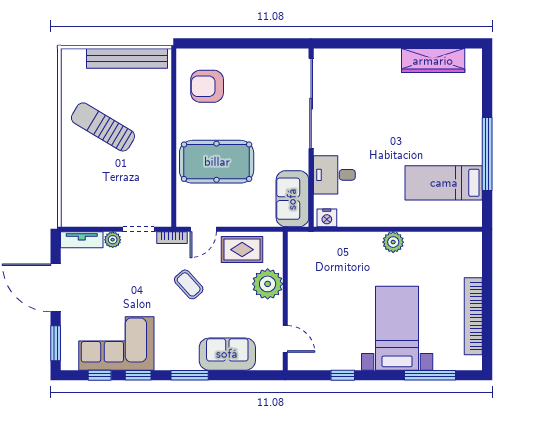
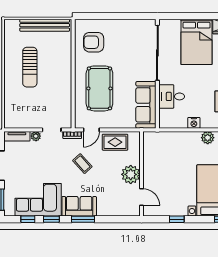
bed: (375, 86) -> (197, 42), added
sun lounger: (103, 127) -> (30, 67), turned -121
pool table: (217, 162) -> (99, 88), turned 90
sofa: (292, 199) -> (146, 105), width x1.36
nightstand: (327, 218) -> (194, 123), moved
plant: (268, 284) -> (131, 174), moved
sofa: (227, 354) -> (79, 206), moved

